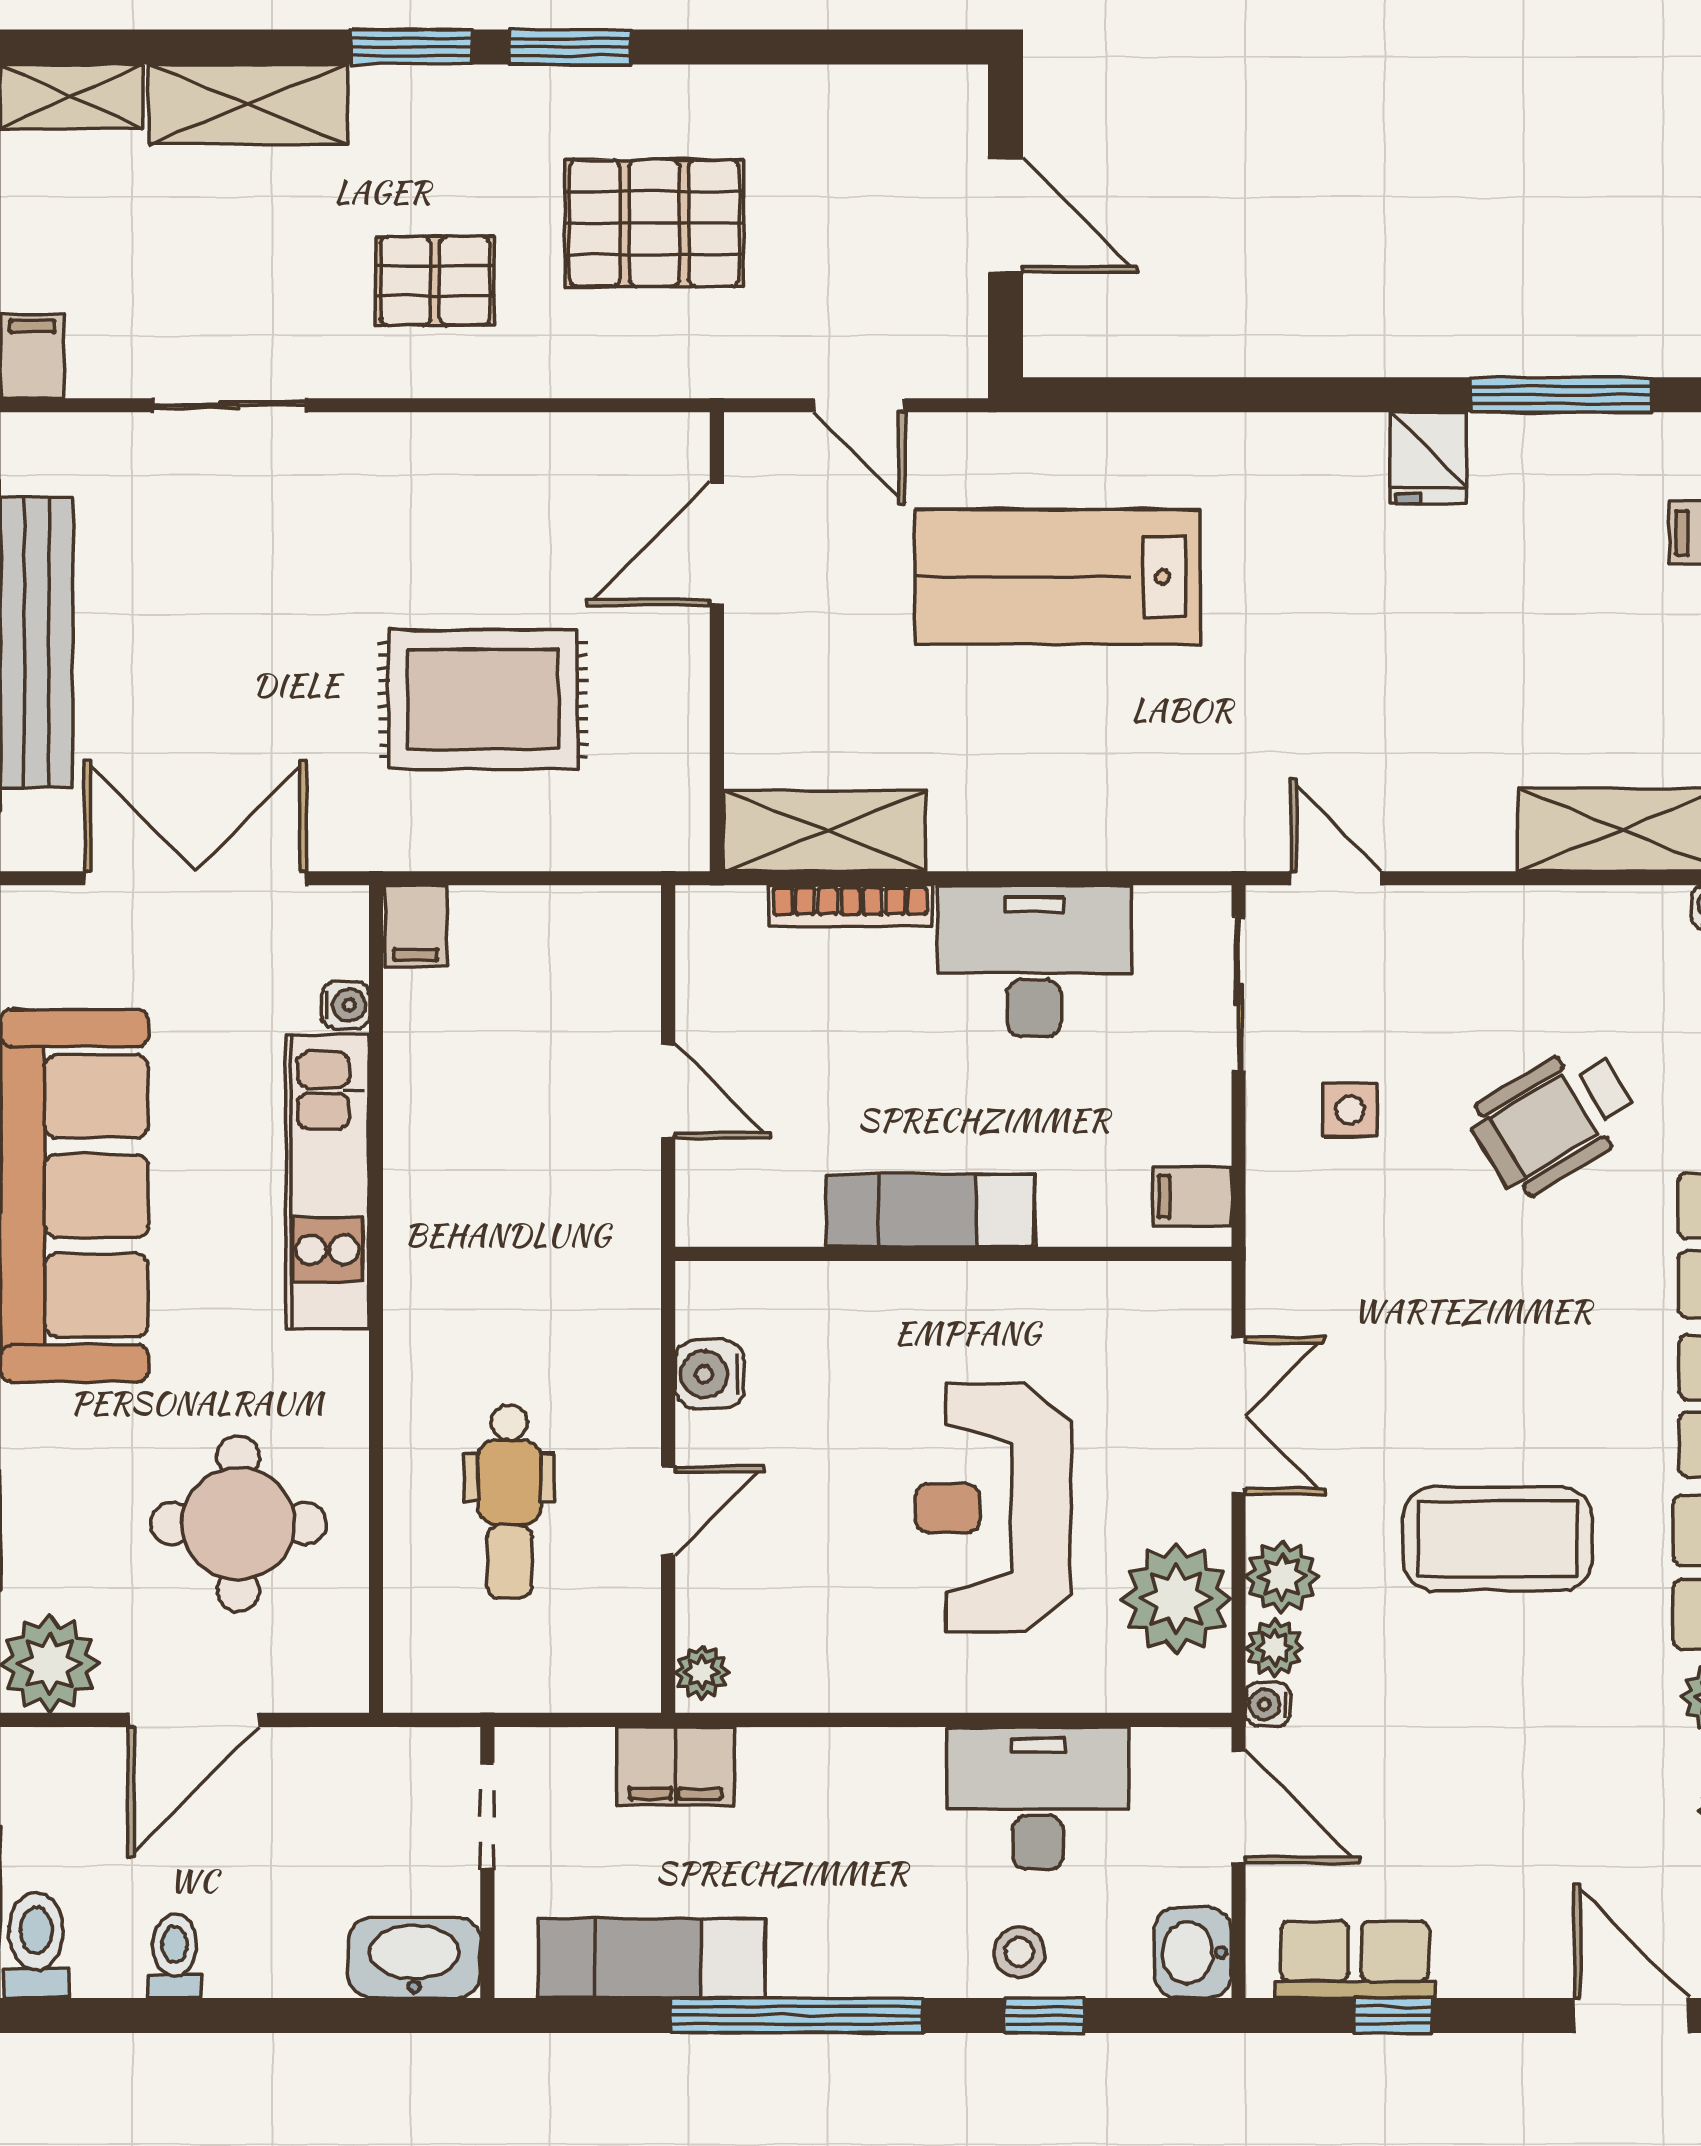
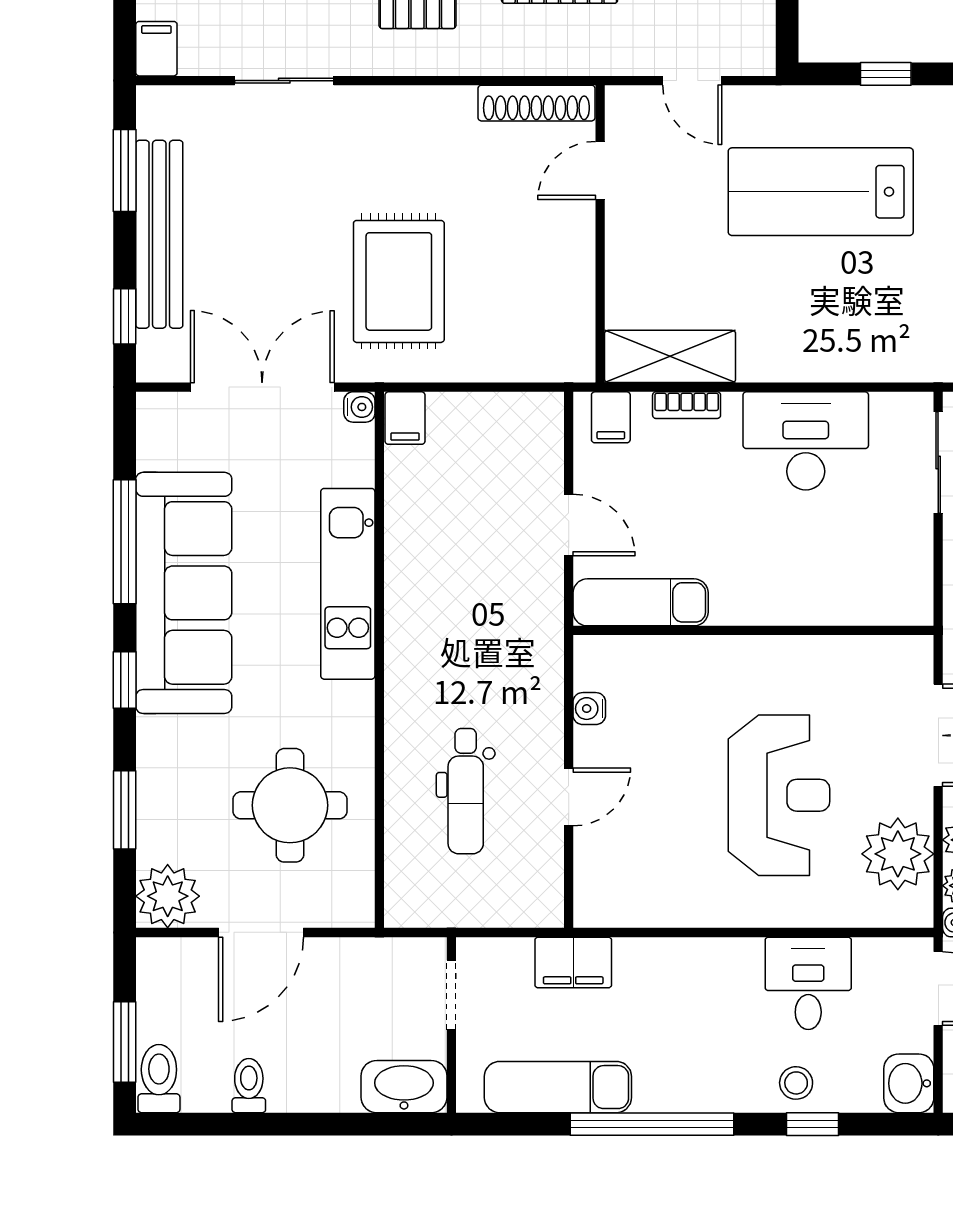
window: (1157, 395) -> (886, 74), added
shoe rack: (619, 440) -> (536, 103), added
door: (717, 544) -> (600, 170), width x0.73
rug: (483, 700) -> (399, 281), moved, turned 90
bookcase: (850, 906) -> (687, 405), width x0.64
water cooler: (345, 1005) -> (359, 407), moved
filing cabinet: (1192, 1196) -> (611, 417), moved, turned -90
exam couch: (930, 1210) -> (641, 602), moved
water cooler: (710, 1374) -> (589, 709), width x0.72, depth x0.72
reception desk: (993, 1508) -> (779, 795), turned 180
plant: (702, 1672) -> (590, 902), removed
desk: (1038, 1798) -> (808, 983), width x0.73

